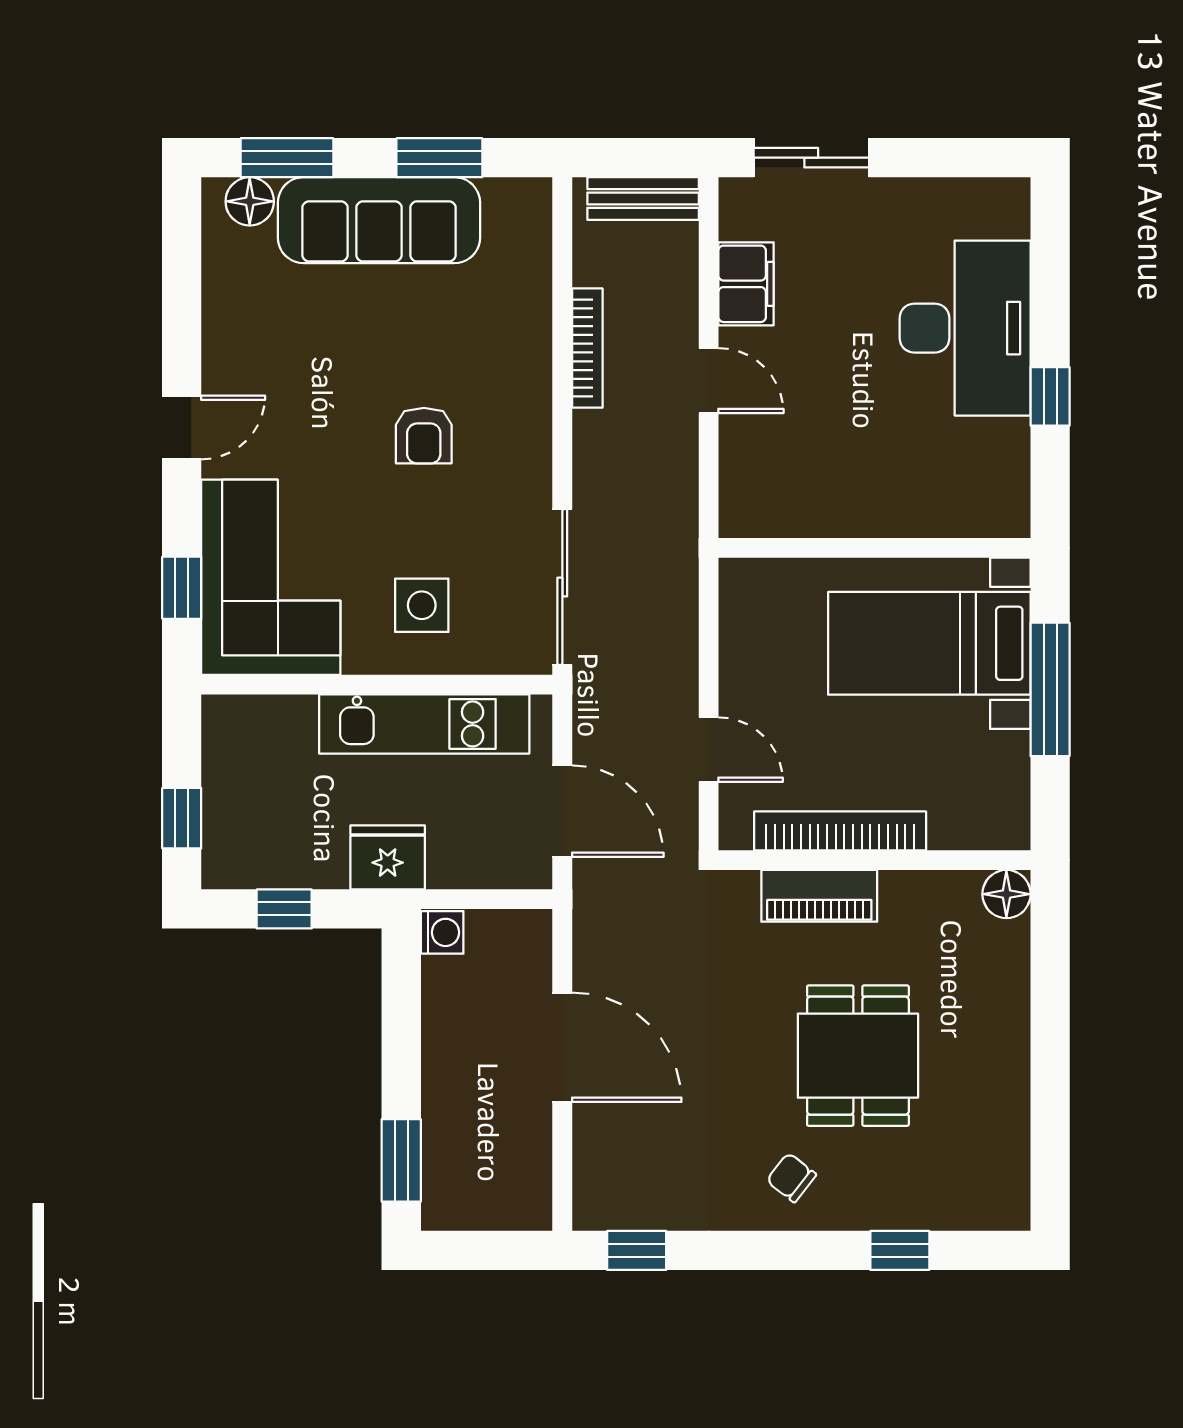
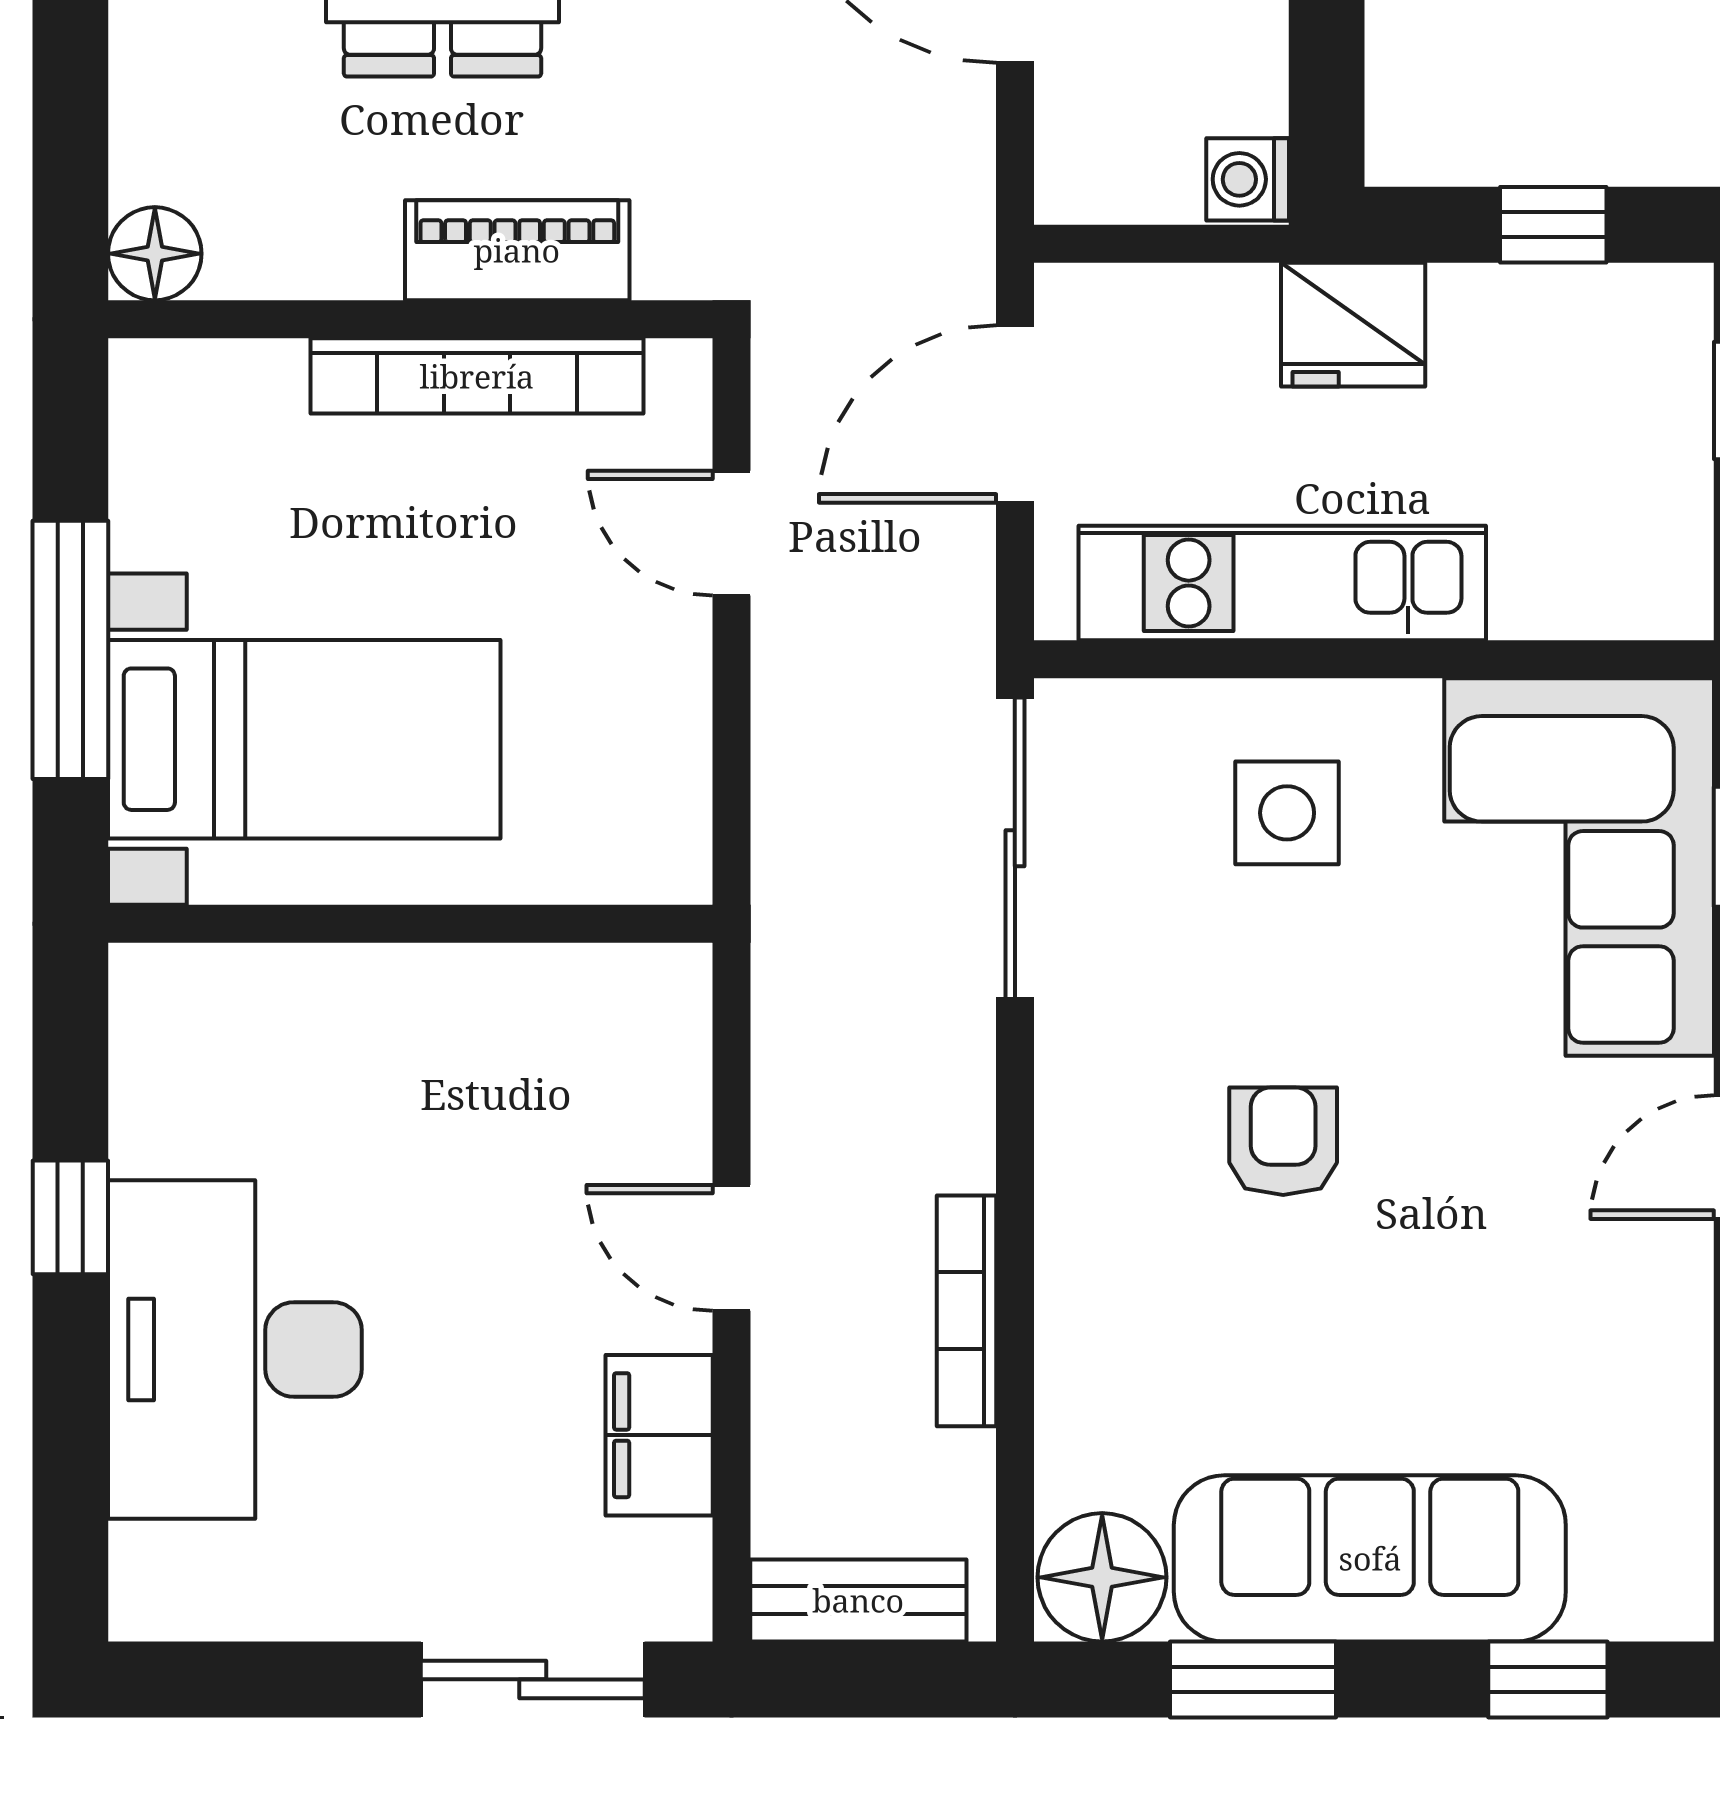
window: (287, 158) -> (1548, 1679), width x0.67
floor lamp: (250, 201) -> (1102, 1577), moved, width x1.38, depth x1.38
door: (562, 811) -> (1015, 414), hinge flipped

